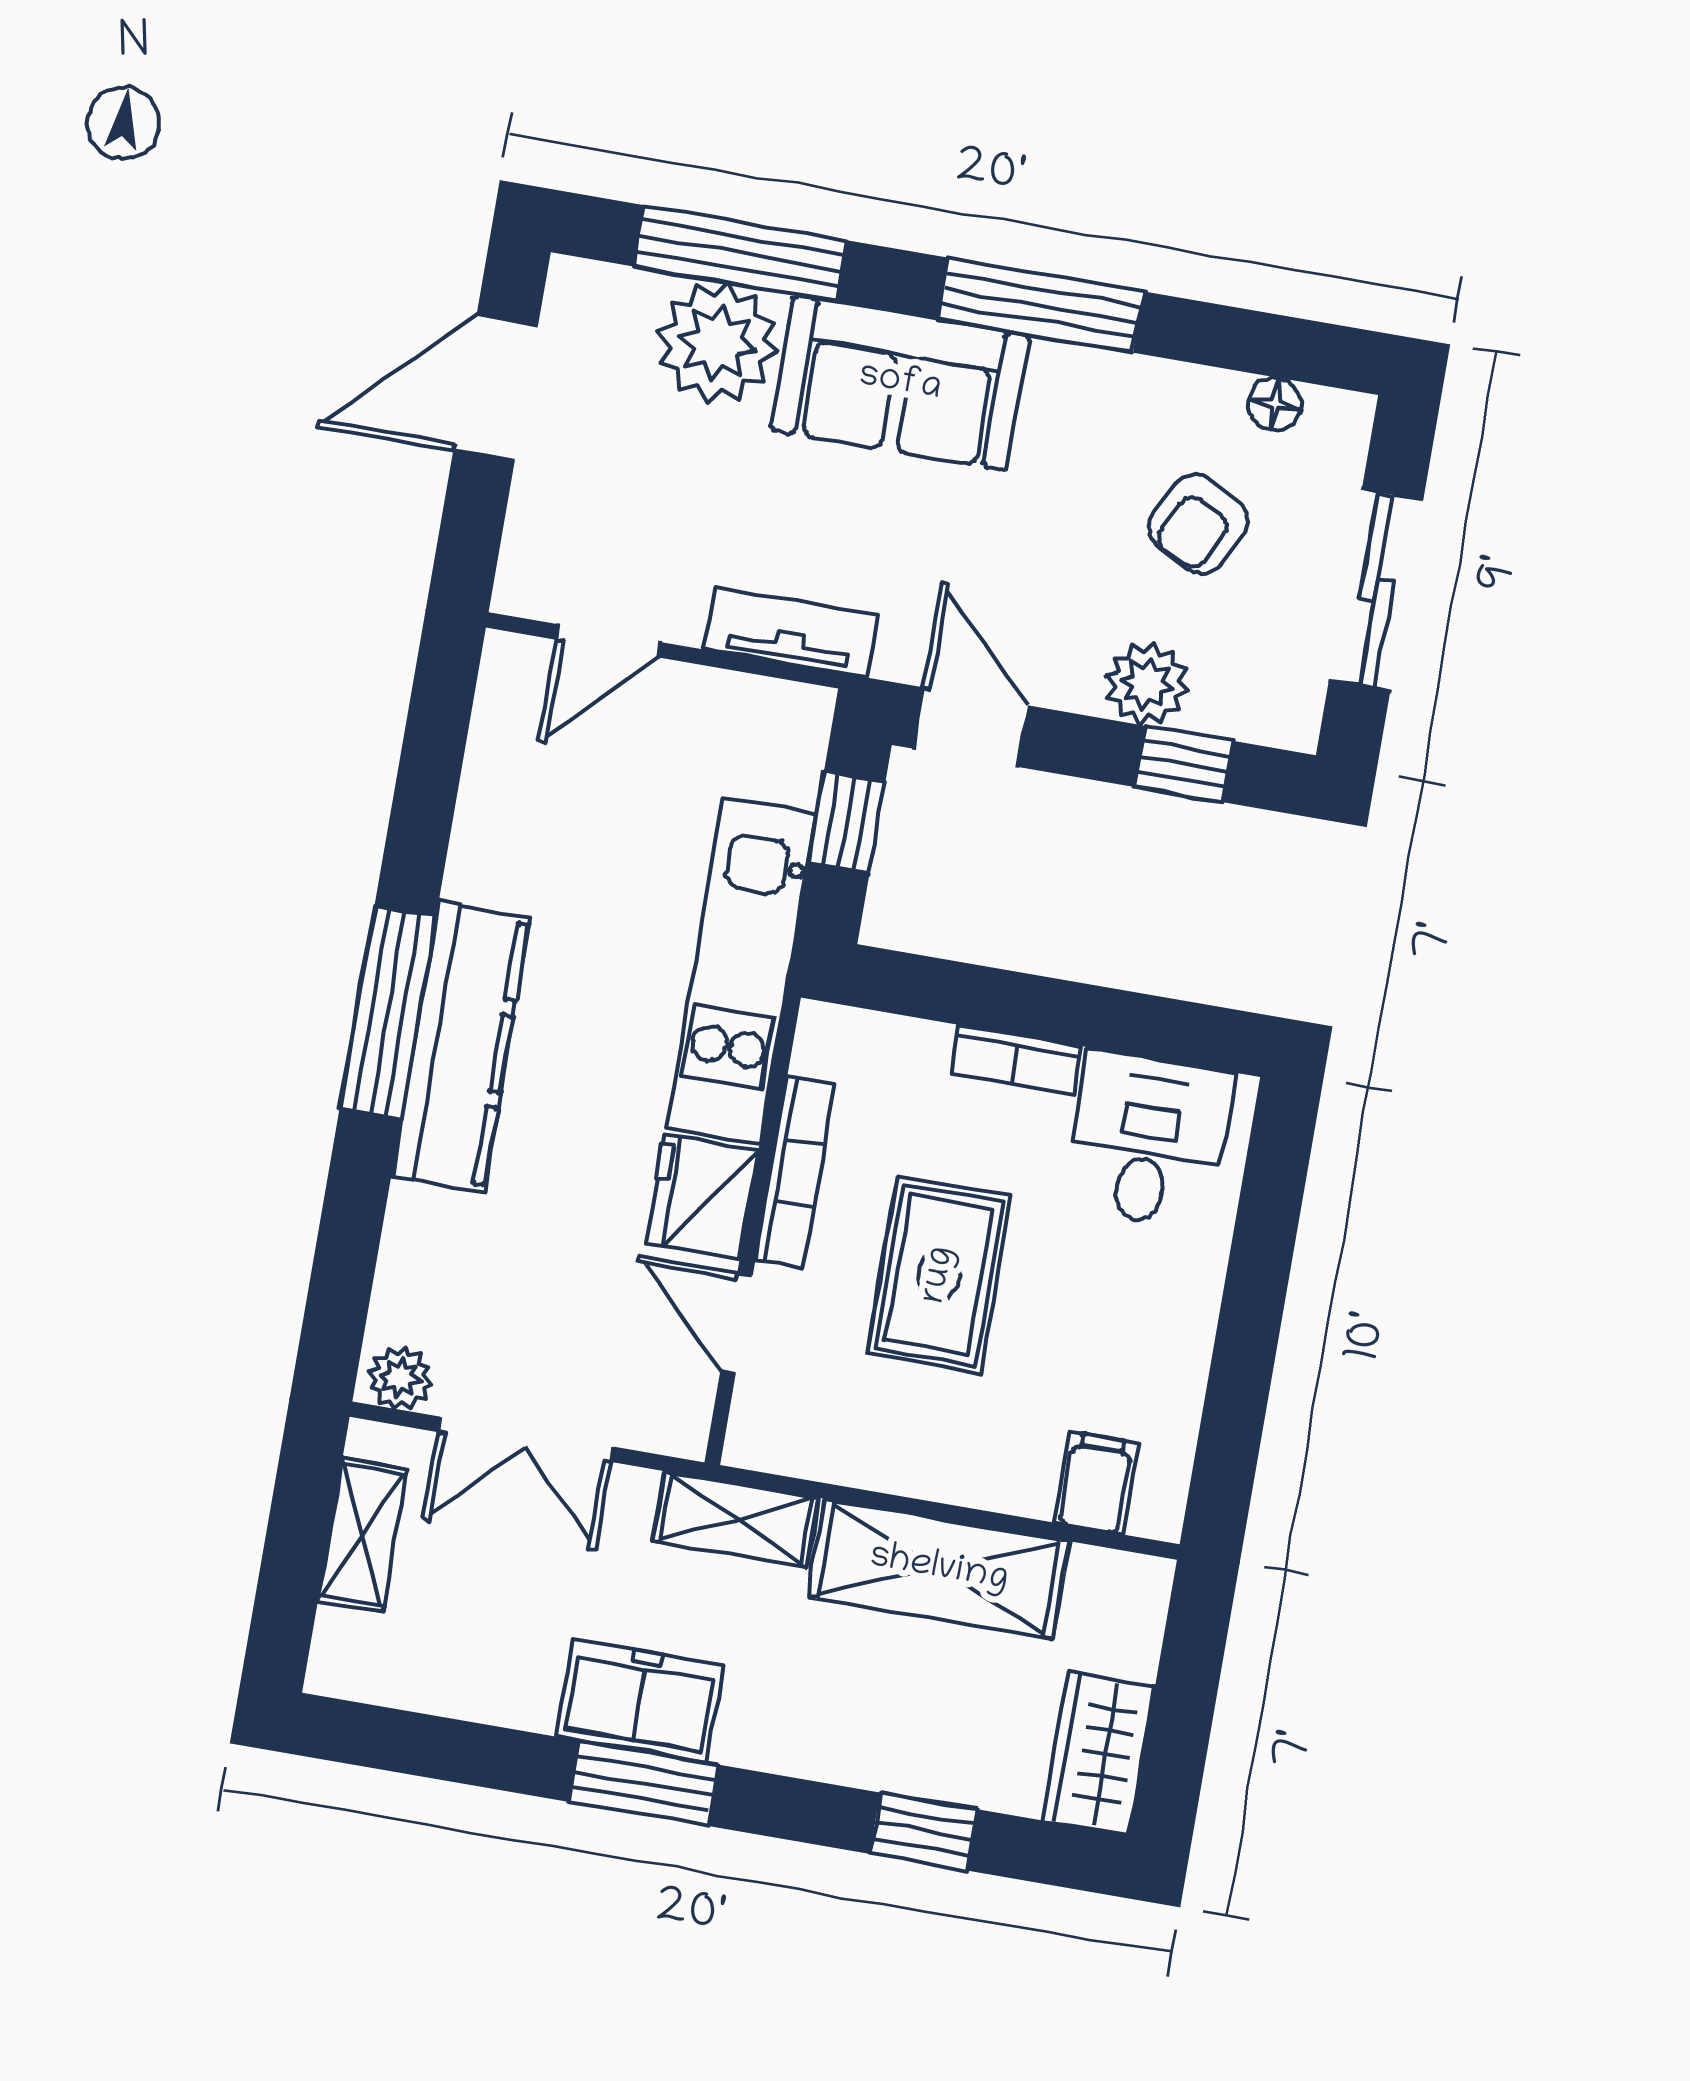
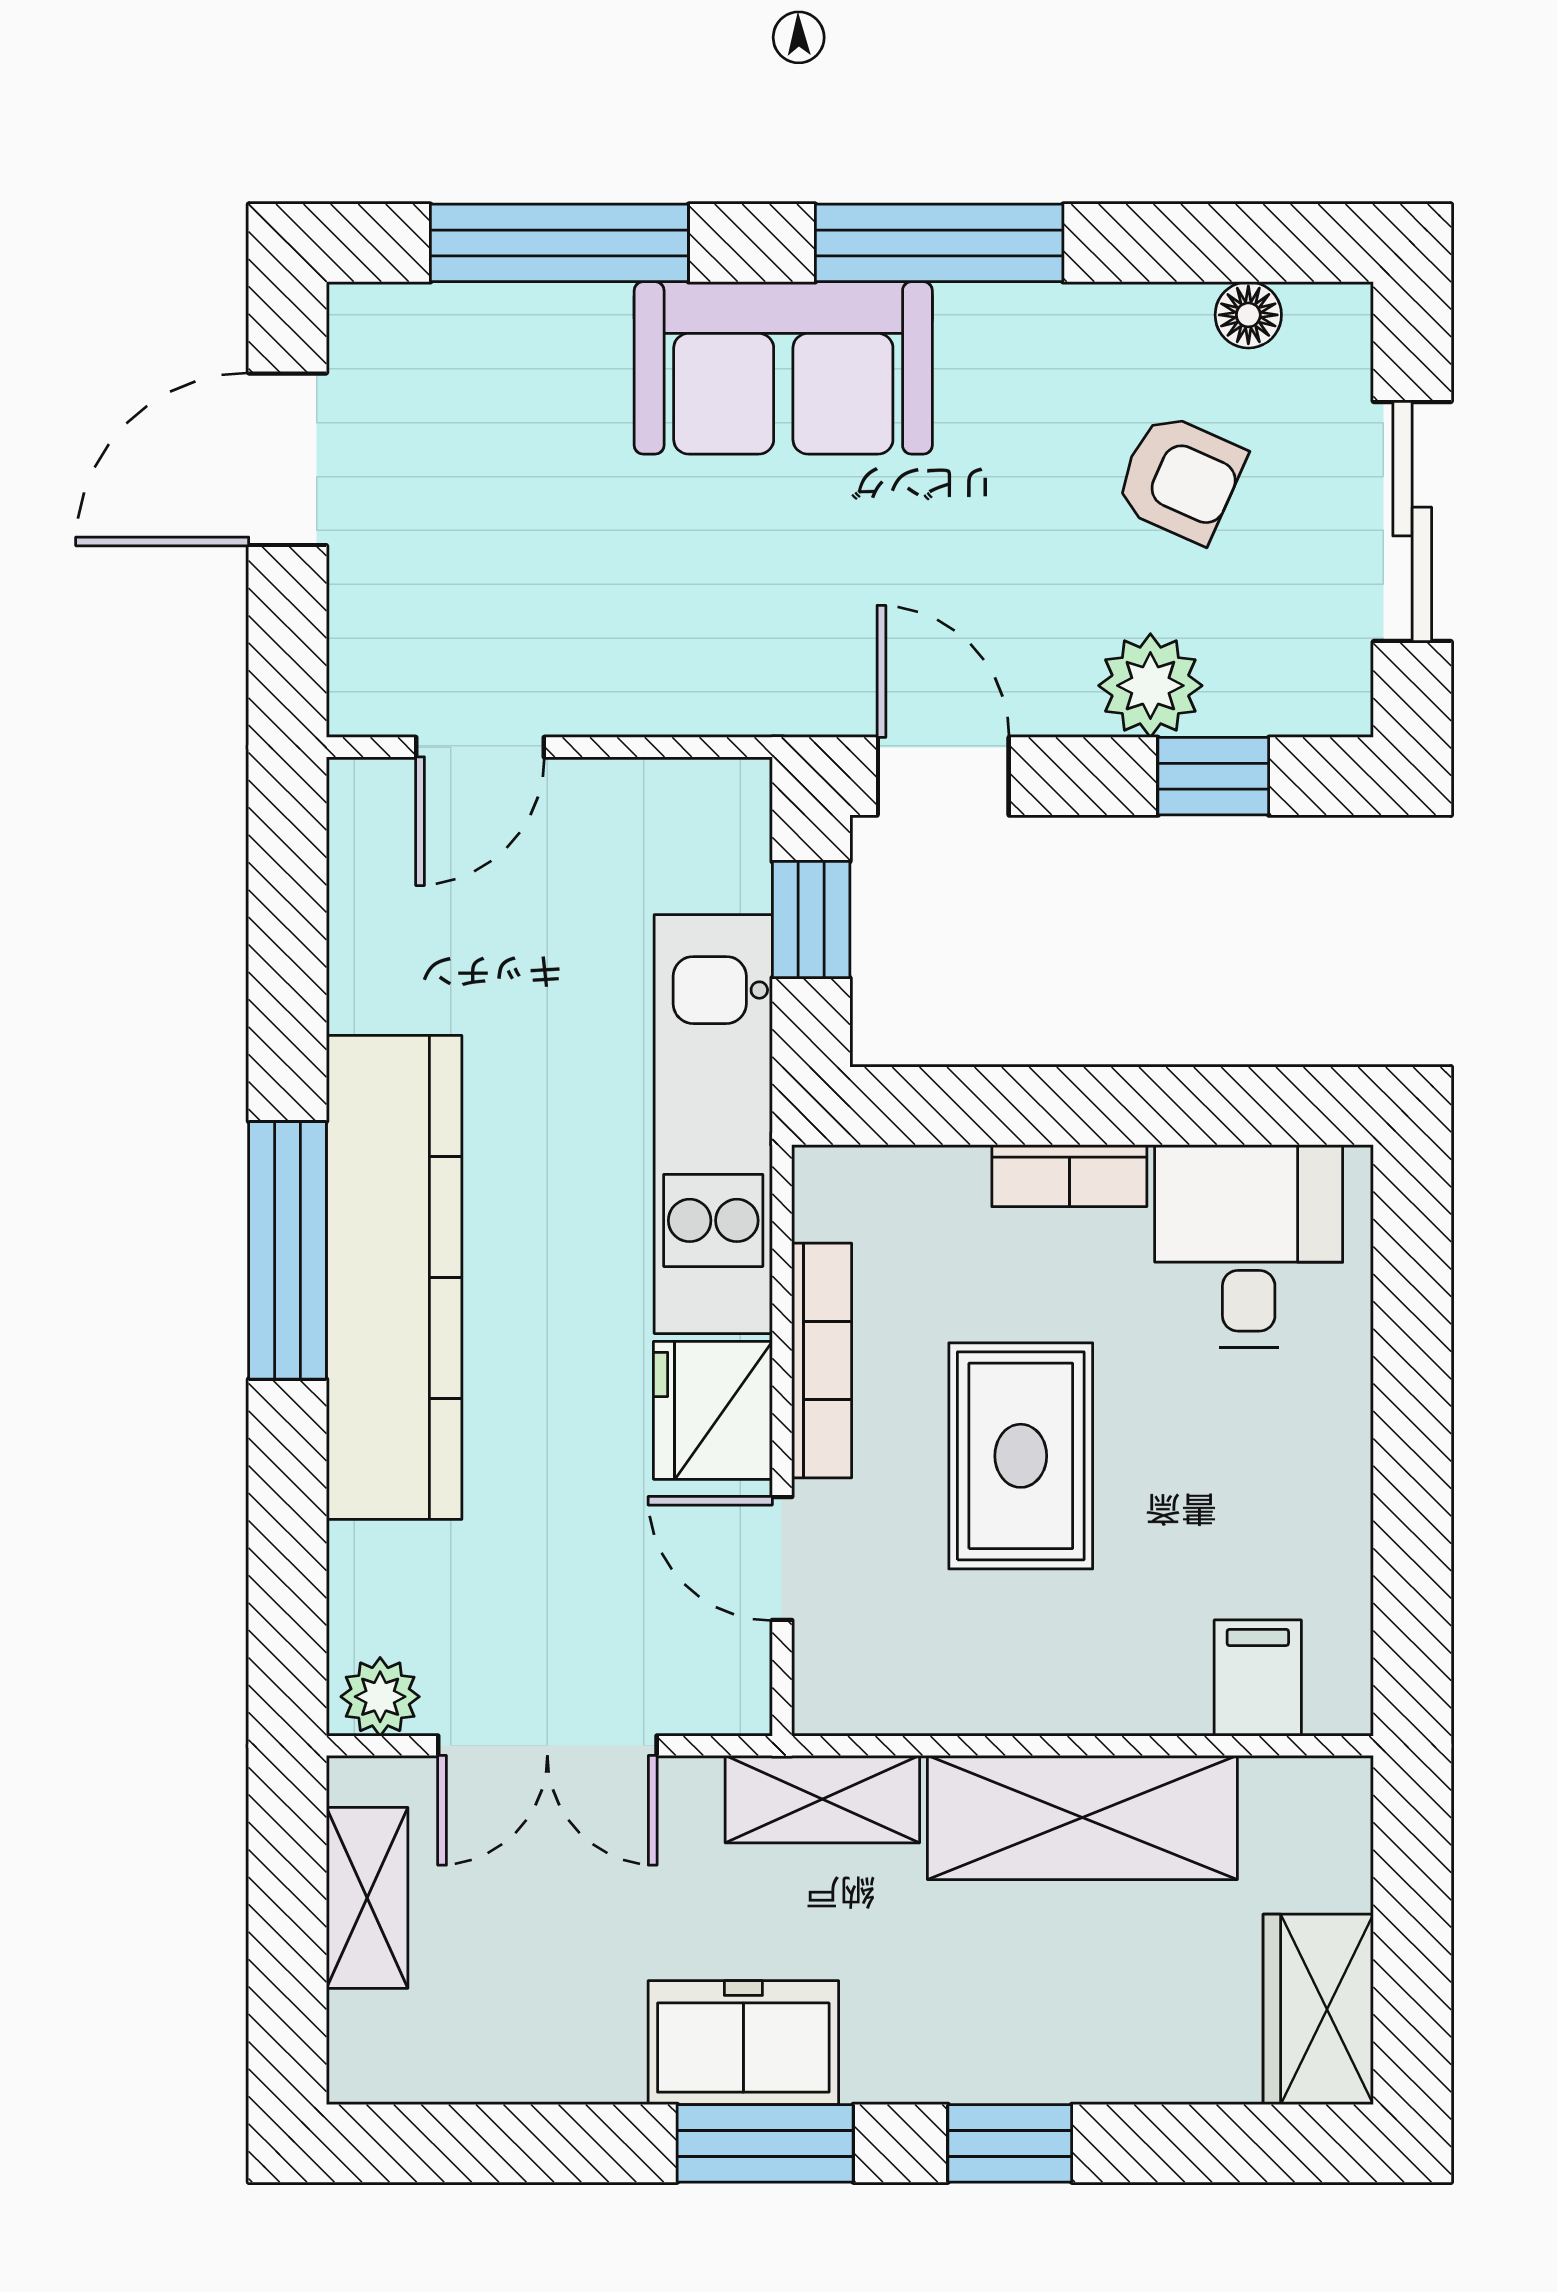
plant: (717, 343) -> (550, 358), removed
armchair: (1199, 524) -> (1180, 478), turned -93
tv unit: (791, 633) -> (703, 698), removed
kitchen counter: (461, 1047) -> (394, 1277), width x1.39, depth x1.17
window: (924, 1832) -> (1010, 2143), moved

